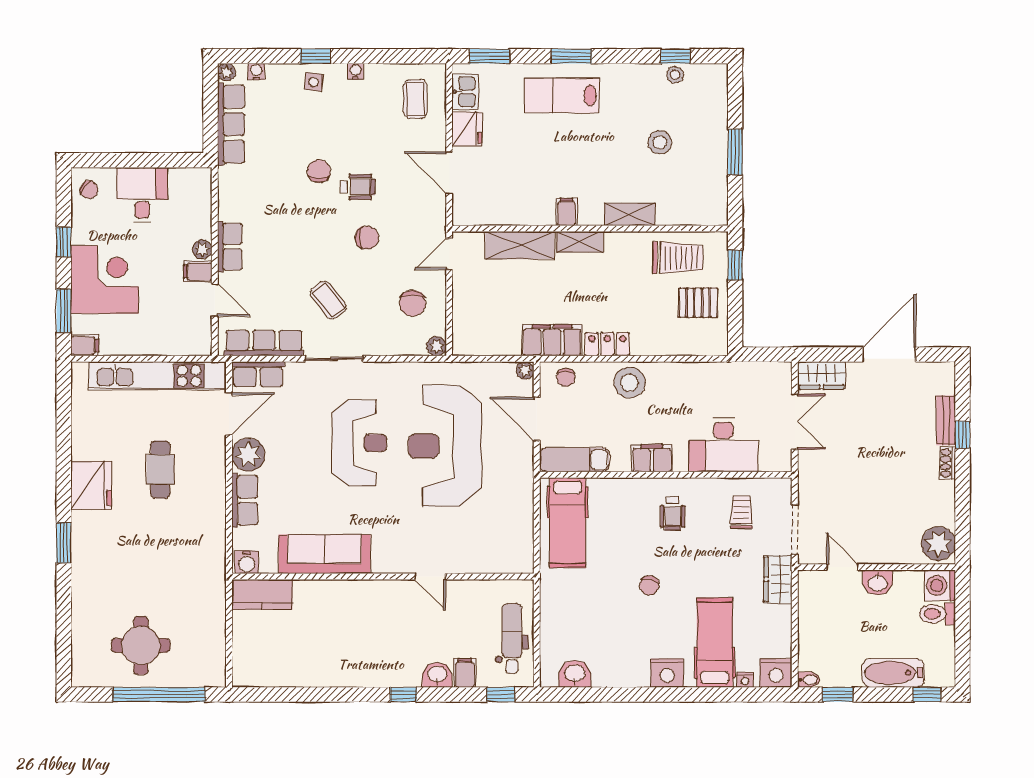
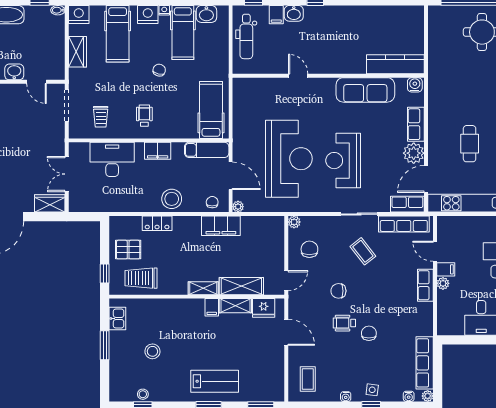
kitchen sink: (465, 92) -> (117, 318), moved, turned 180
fridge: (467, 129) -> (264, 308), moved, turned -90
chair: (319, 171) -> (369, 333), turned 180
shelving: (630, 214) -> (235, 306), moved
locker: (607, 344) -> (157, 223), moved
wardrobe: (778, 579) -> (78, 52), moved
kitchen counter: (262, 595) -> (395, 64), width x1.50
hospital bed: (612, 645) -> (183, 32), added
nightstand: (745, 680) -> (164, 10), moved

